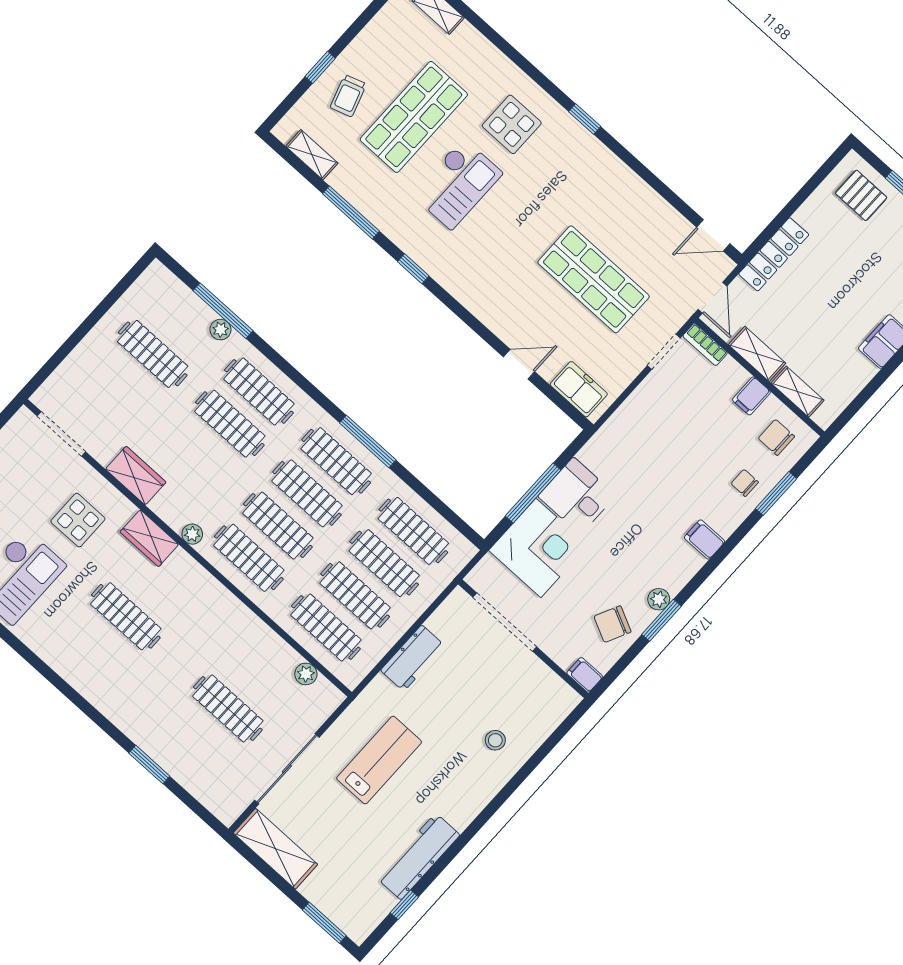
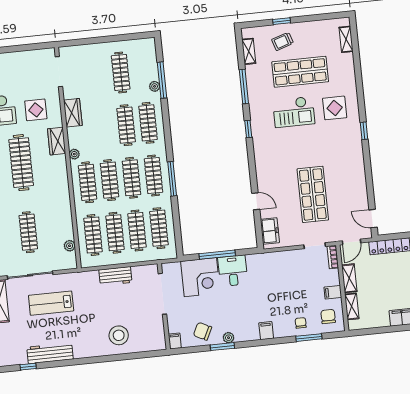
clothes rail: (126, 616) -> (21, 163), width x1.37, depth x1.31
stool: (495, 740) -> (119, 335), width x1.89, depth x1.89
lab bench: (379, 760) -> (51, 303), moved, turned 180

